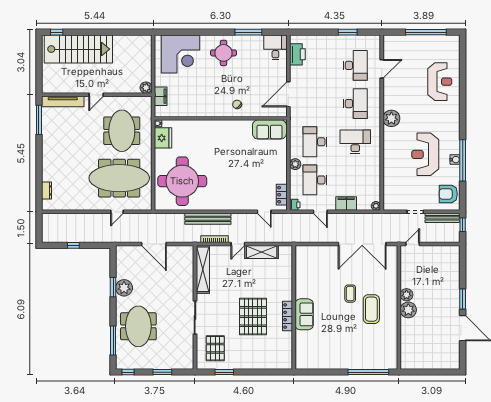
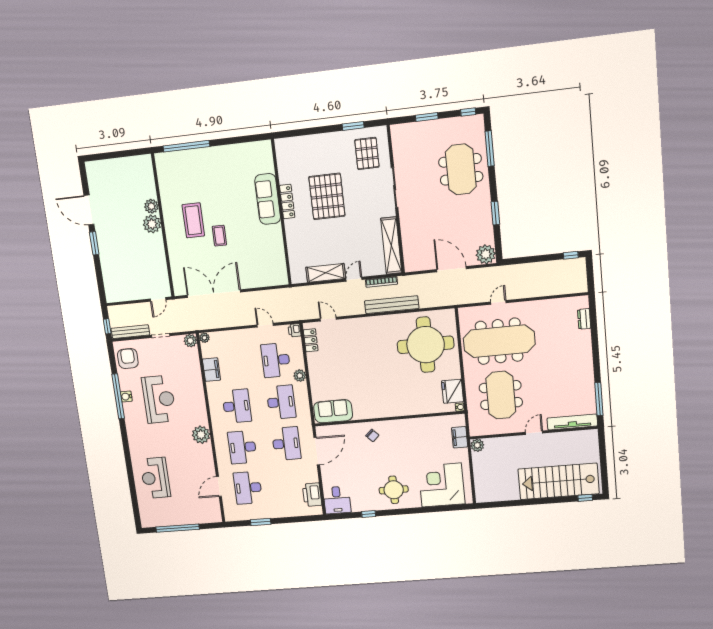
window: (248, 32) -> (369, 514), width x0.46
desk: (315, 104) -> (286, 444), added
desk: (355, 142) -> (237, 406), turned -90
desk: (315, 180) -> (276, 360), turned 180
armchair: (448, 194) -> (128, 358), turned -90
filing cabinet: (346, 204) -> (211, 370), moved, turned -90
plant: (389, 205) -> (190, 341), added
window: (73, 245) -> (571, 255), moved
plant: (124, 288) -> (486, 254), moved
plant: (406, 295) -> (151, 206), moved
sofa: (304, 314) -> (268, 199), width x1.36

